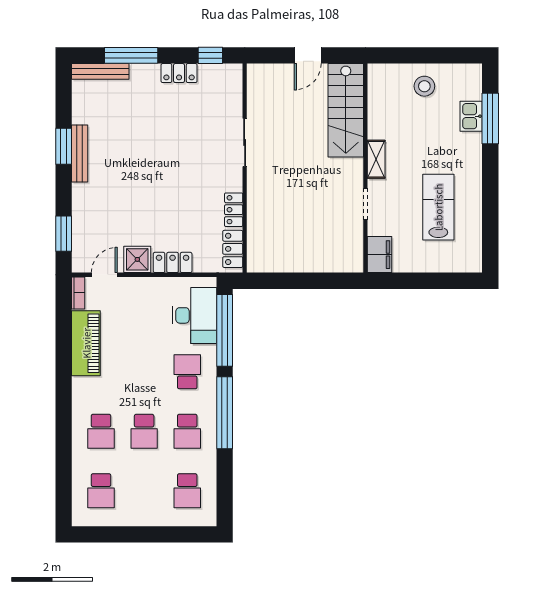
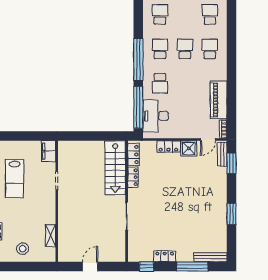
stairs: (346, 110) -> (115, 168), moved, turned 180
bench: (80, 153) -> (222, 154), moved, width x0.73
shelving: (376, 159) -> (51, 236), moved

